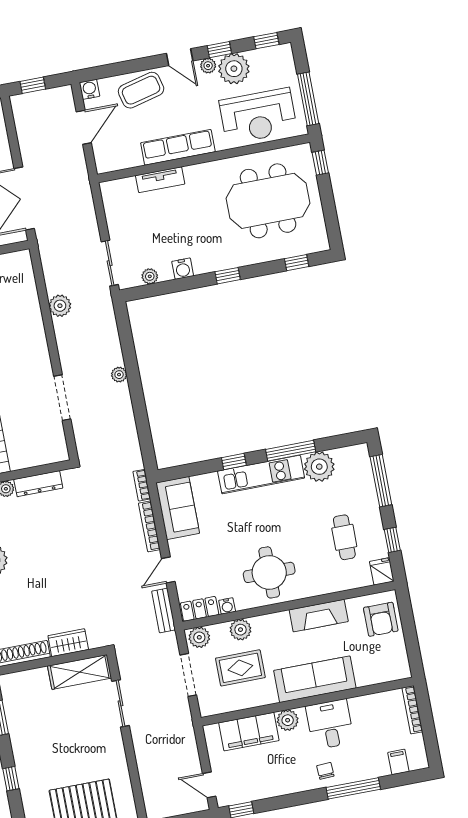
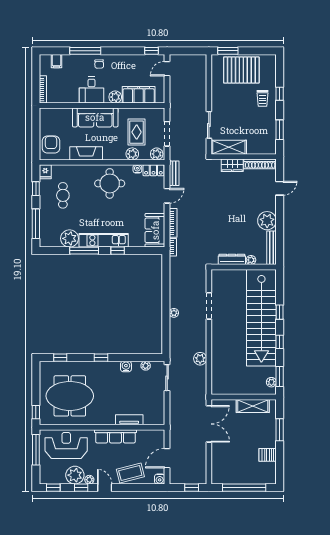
rug: (240, 668) -> (137, 132), turned 90
trolley: (38, 765) -> (263, 98), added
door: (209, 785) -> (167, 69), swing flipped

